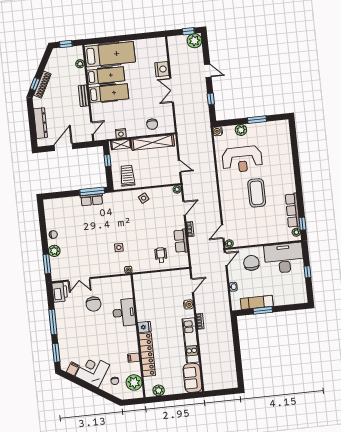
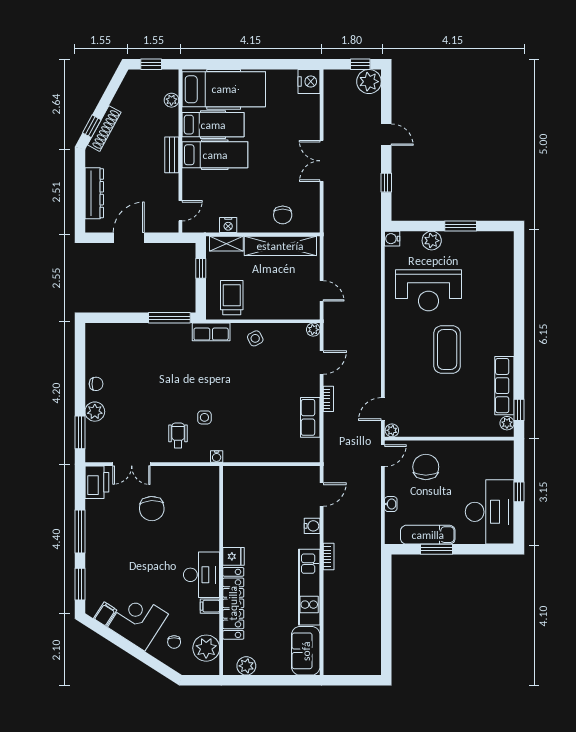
nightstand: (162, 69) -> (309, 82), moved
row of seats: (92, 200) -> (211, 332), moved
wheelchair: (161, 255) -> (178, 435), moved
desk: (284, 258) -> (490, 512), moved, turned 90
desk: (124, 313) -> (202, 575), moved

